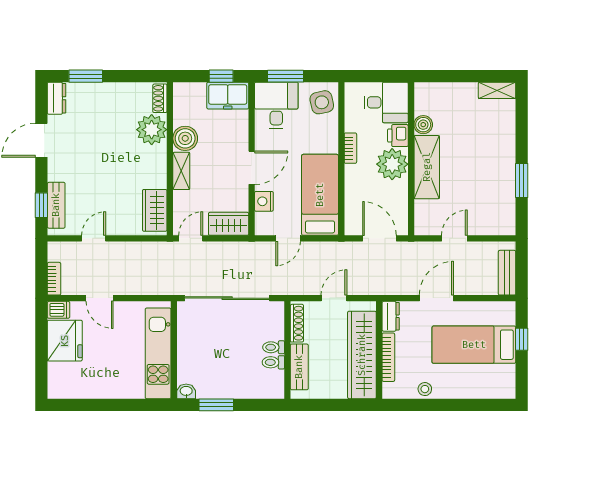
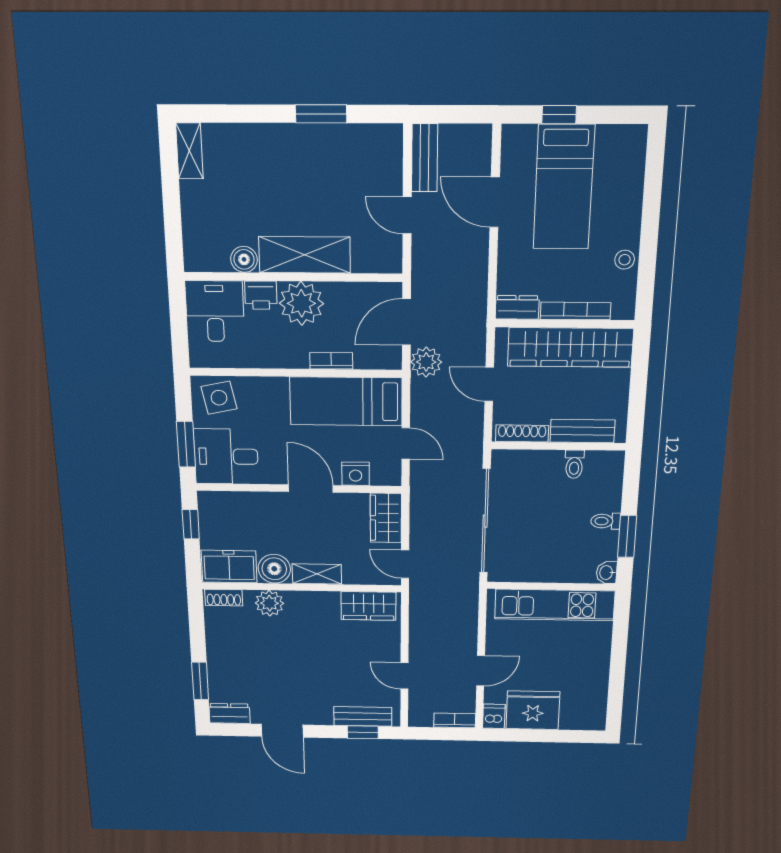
freezer: (228, 96) -> (229, 567), moved, turned -90
plant: (152, 130) -> (269, 603), width x0.73, depth x0.73
bookcase: (350, 148) -> (331, 361), moved
plant: (350, 253) -> (426, 362), added
bench: (507, 273) -> (425, 158), moved, turned 90
door: (436, 298) -> (495, 202), moved
toilet: (274, 347) -> (606, 521), moved, turned 90

